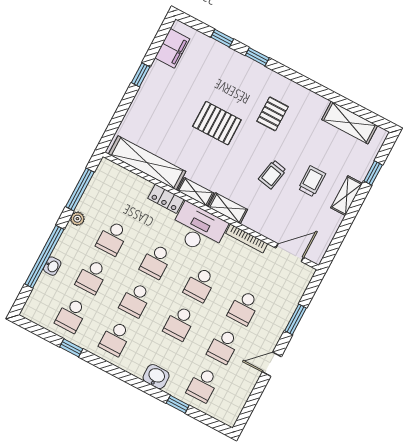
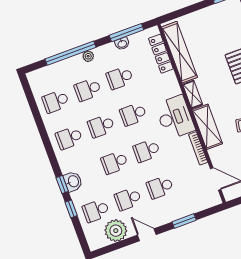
locker: (166, 199) -> (161, 54), moved, width x1.53
shelving: (228, 208) -> (207, 127), width x1.50, depth x1.33
plant: (77, 219) -> (88, 56), moved
washbasin: (52, 266) -> (122, 44), moved
window: (71, 348) -> (62, 185), moved
plant: (239, 387) -> (116, 231), added

